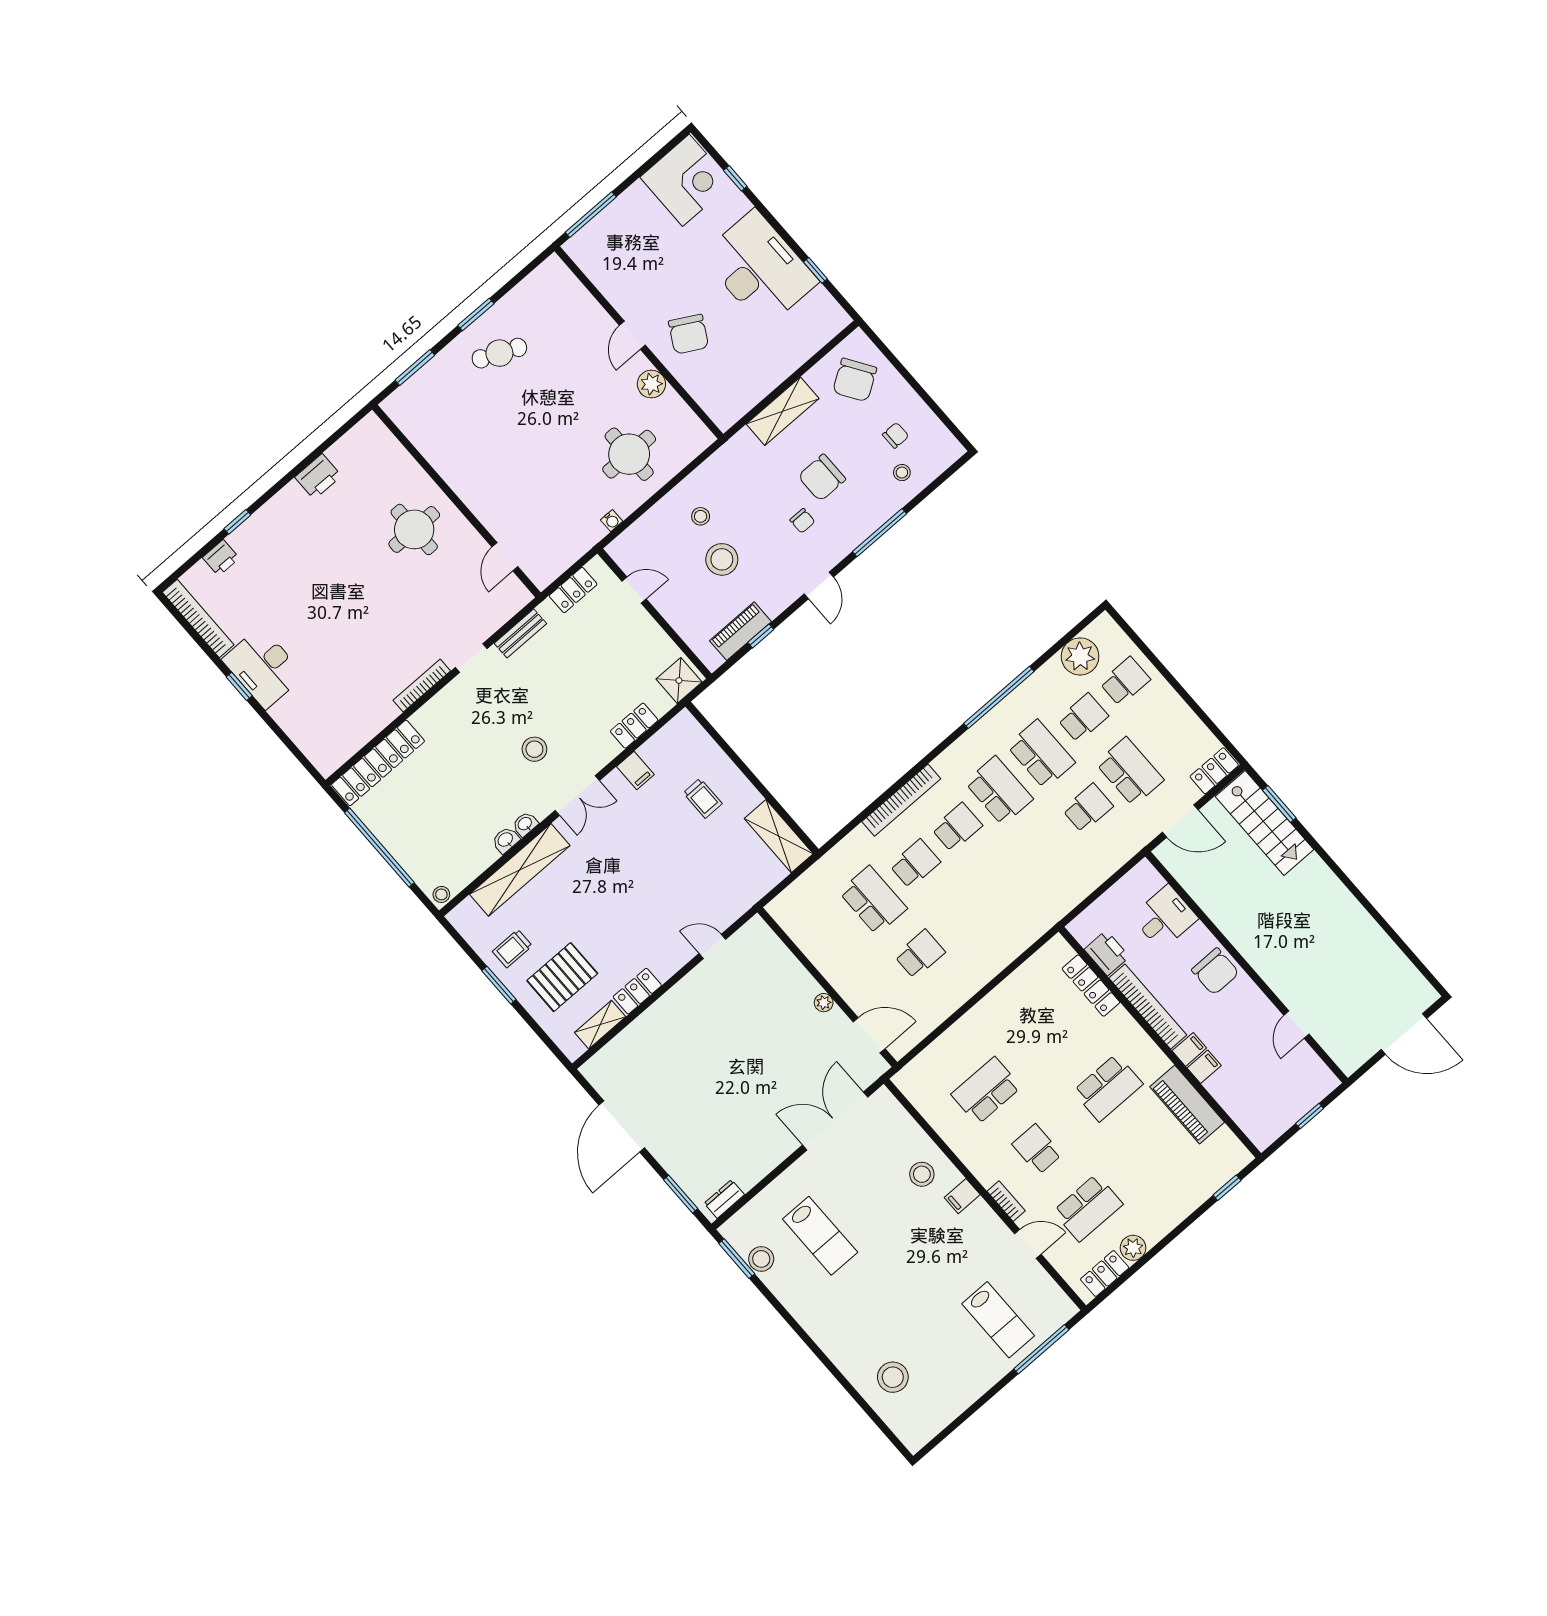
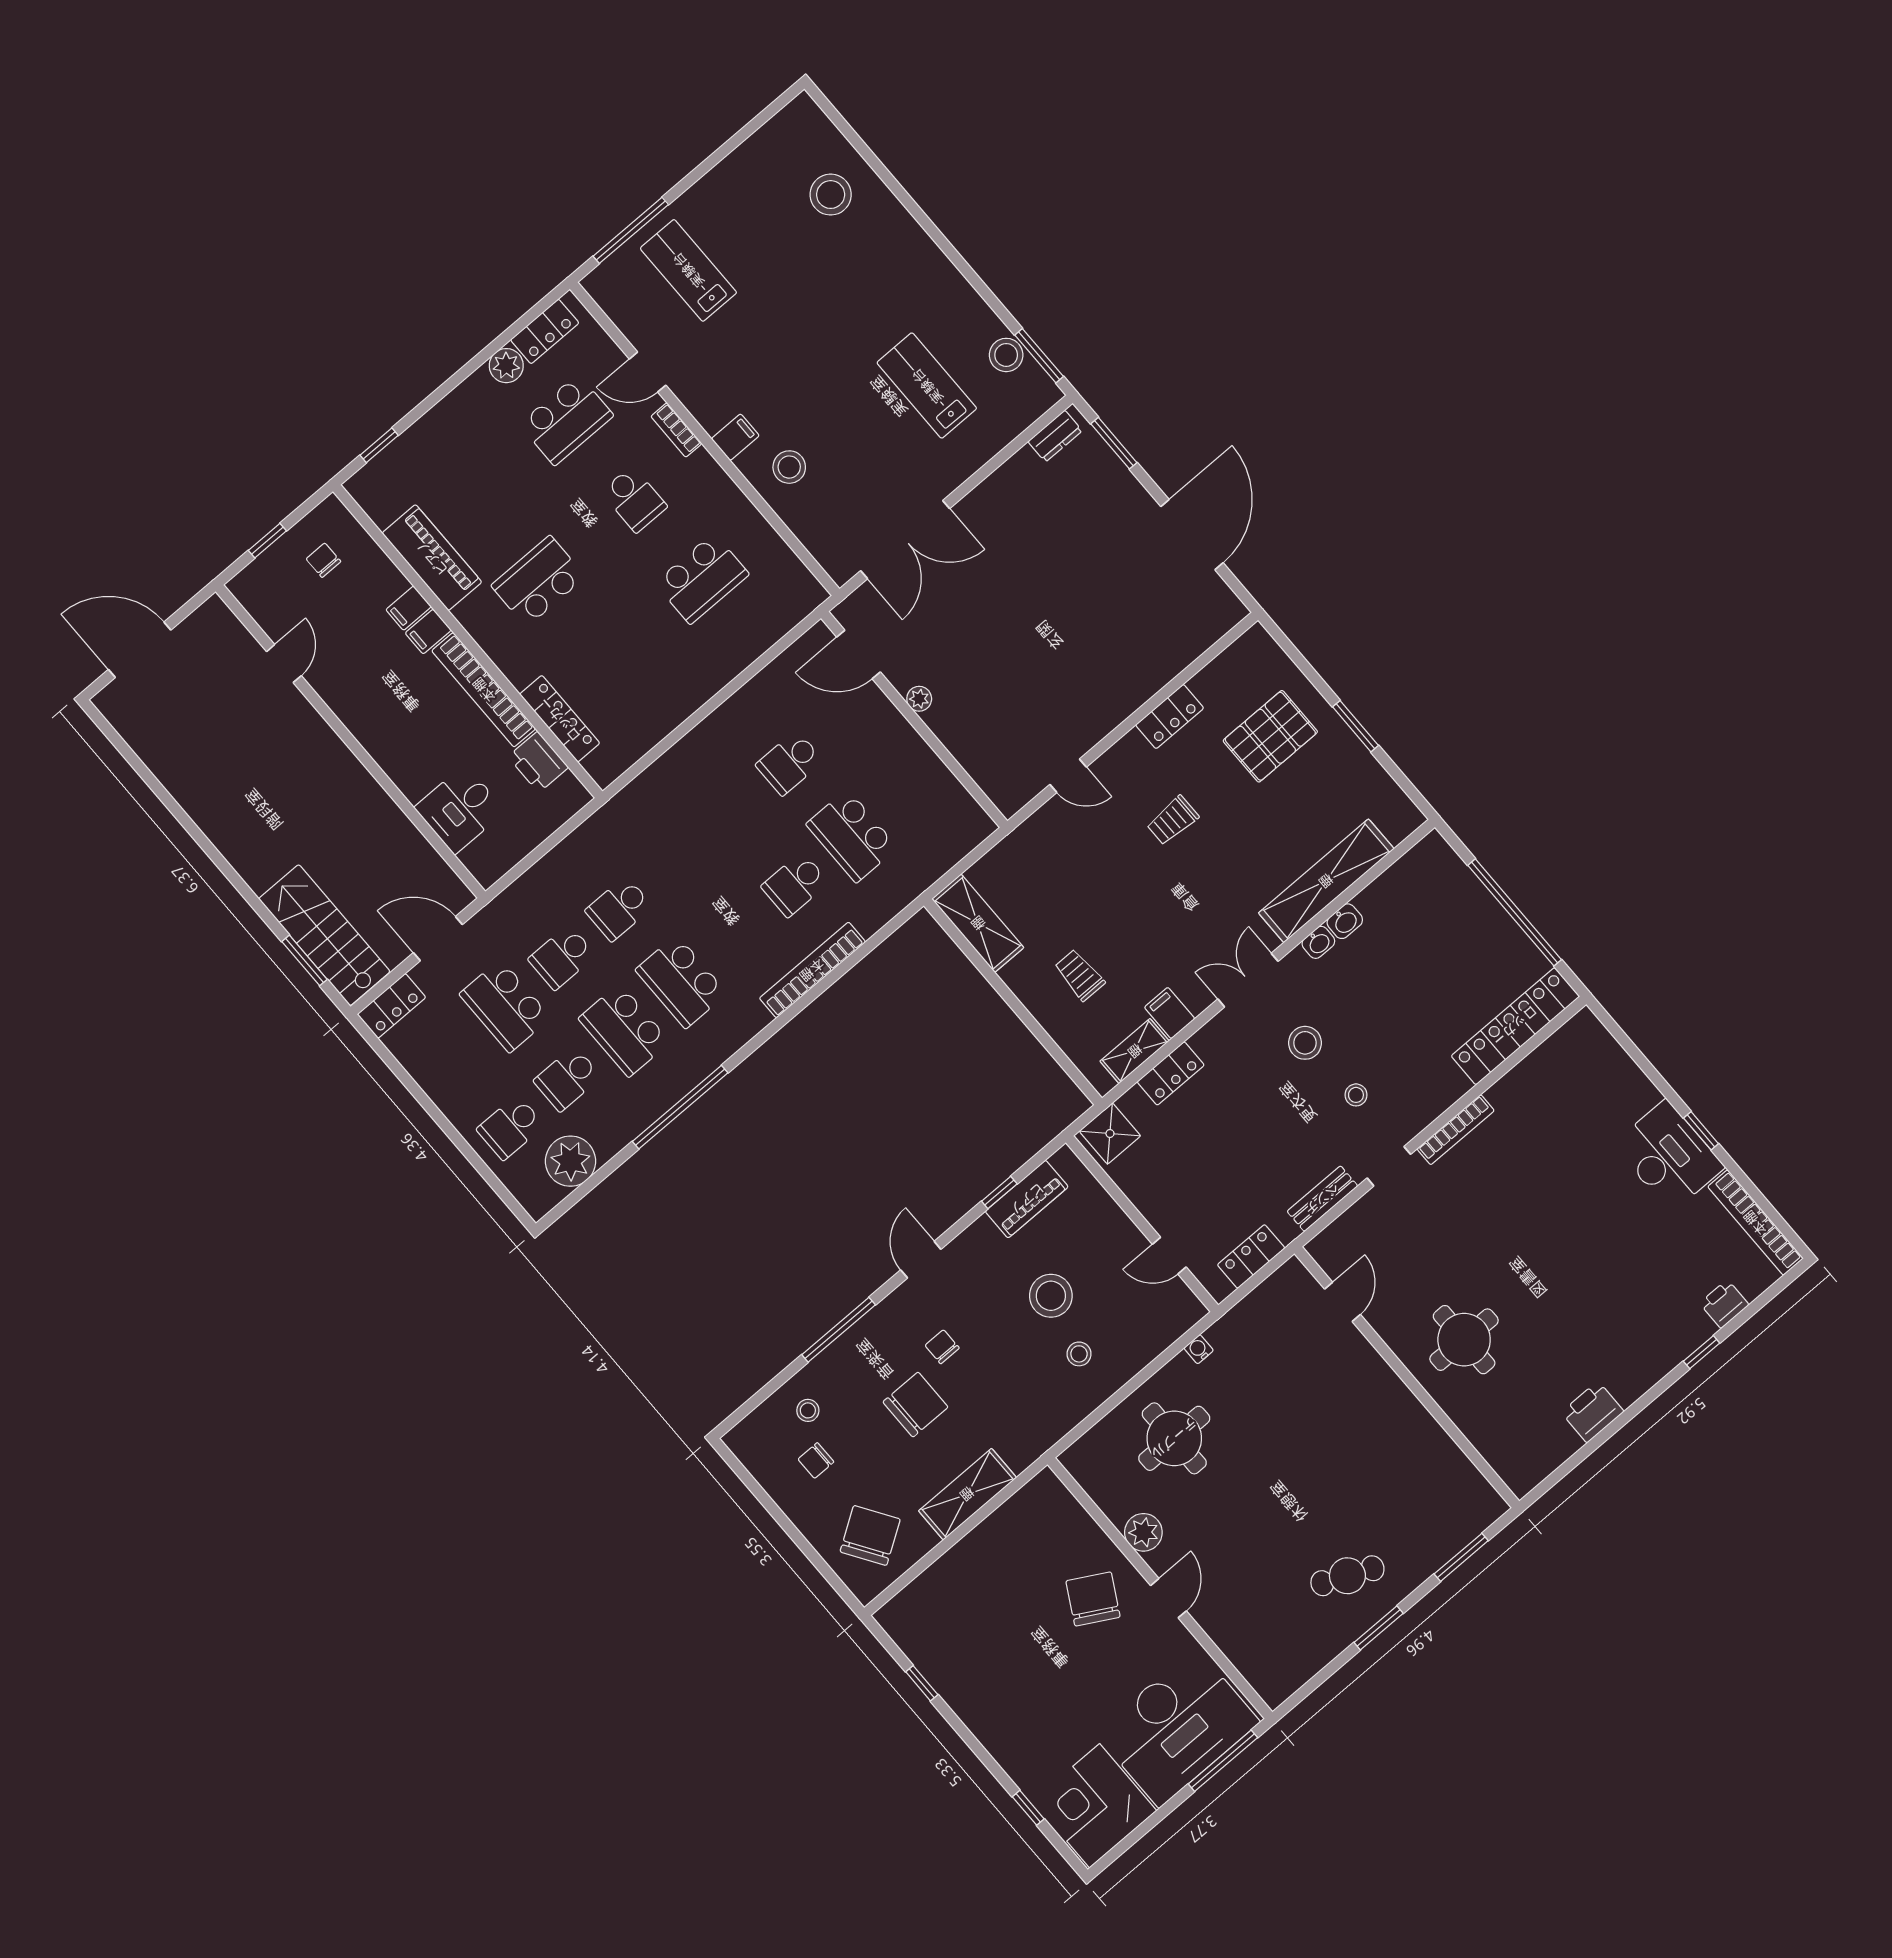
desk: (760, 269) -> (1177, 1727), moved, turned -90
school desk: (957, 827) -> (619, 909), moved
stool: (441, 894) -> (1356, 1095), moved
trolley: (512, 949) -> (1173, 820), moved, turned 180
chair: (1215, 971) -> (323, 560), moved, width x0.54, depth x0.54
shelving: (600, 1025) -> (1135, 1051), moved
school desk: (1088, 1208) -> (566, 420), turned 180

